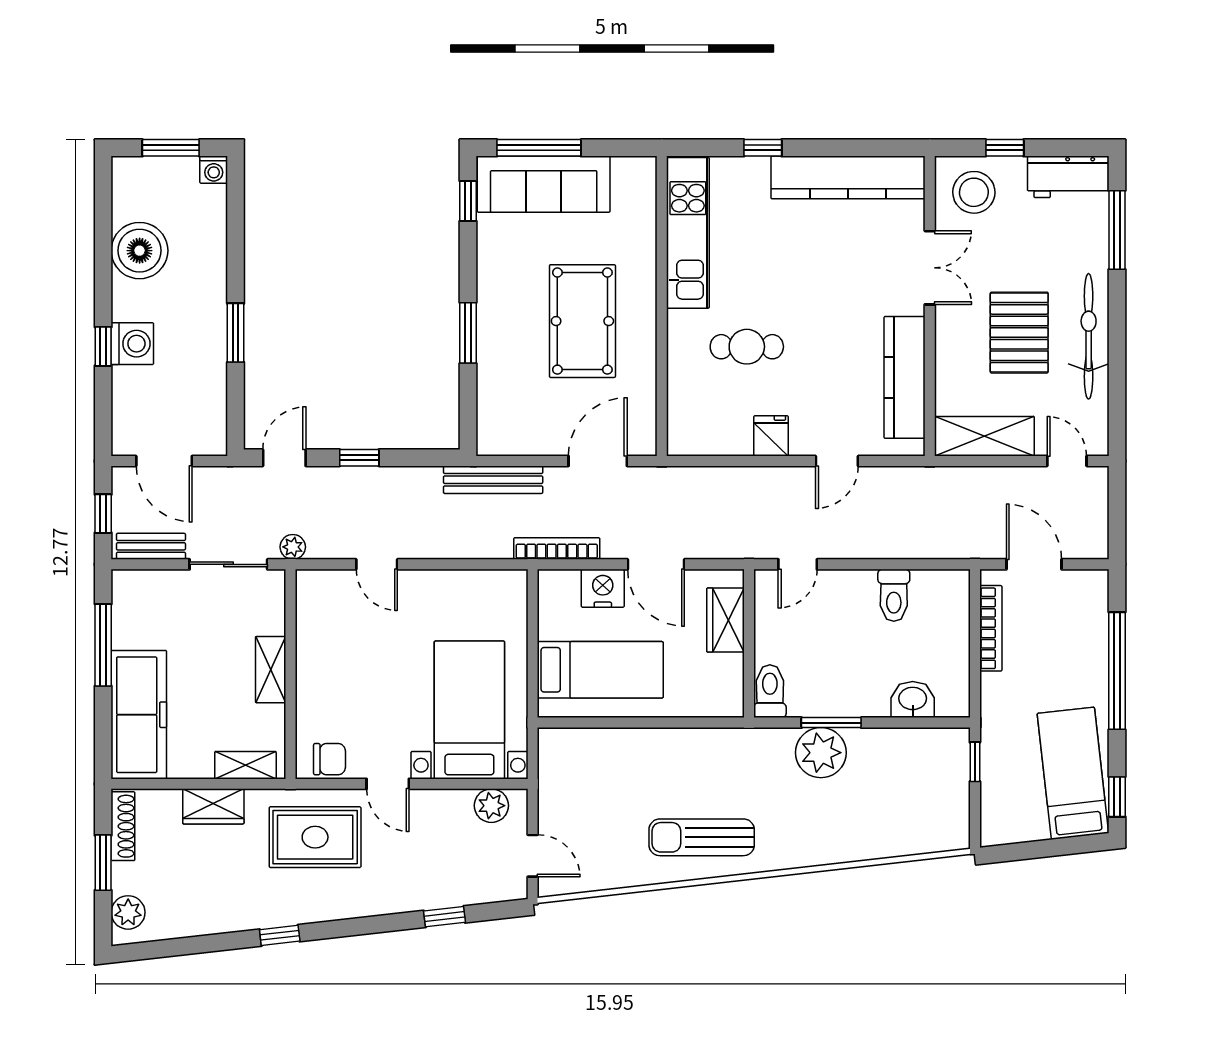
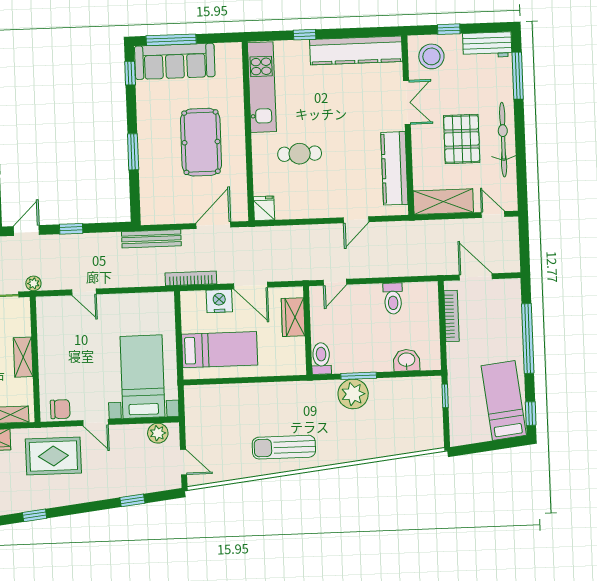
fridge: (771, 436) -> (264, 208), moved

